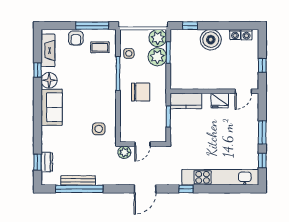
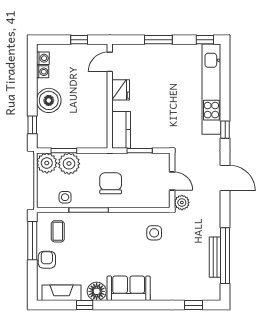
armchair: (76, 38) -> (47, 260), turned -90
door: (243, 91) -> (110, 62), swing flipped
window: (262, 161) -> (205, 40), moved
dresser: (47, 162) -> (193, 294), removed

